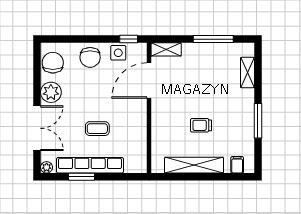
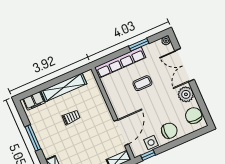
chair: (90, 57) -> (169, 131), turned 90
chair: (53, 63) -> (194, 116), turned 180
row of seats: (90, 165) -> (120, 62), moved
filing cabinet: (237, 165) -> (34, 101), width x2.00

